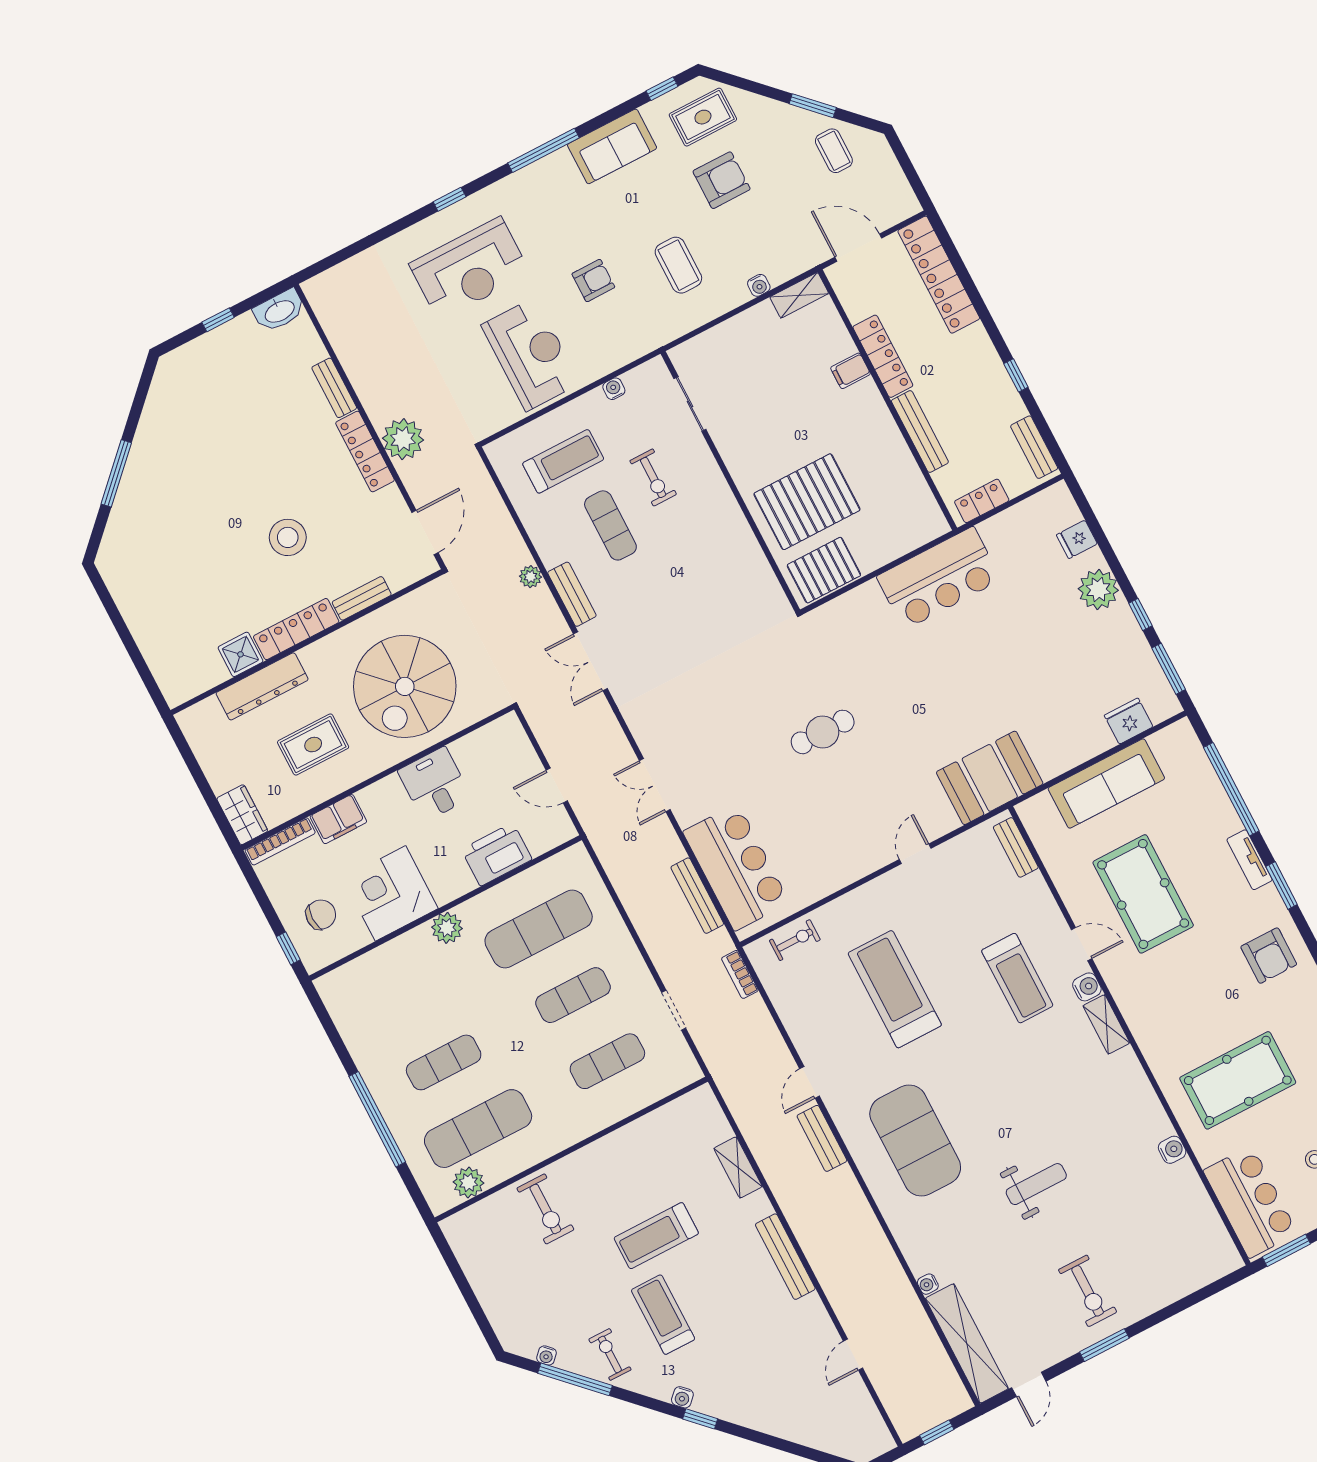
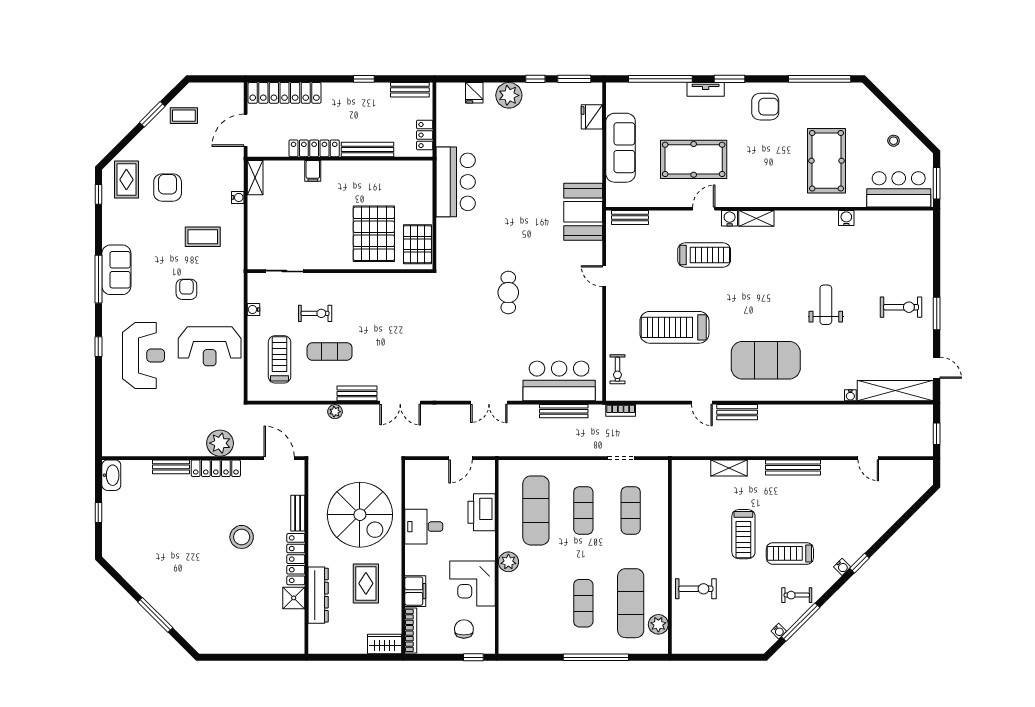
sofa: (612, 146) -> (116, 270), moved
reception desk: (531, 354) -> (210, 346), turned 180
exercise bike: (795, 940) -> (617, 369), turned 180

